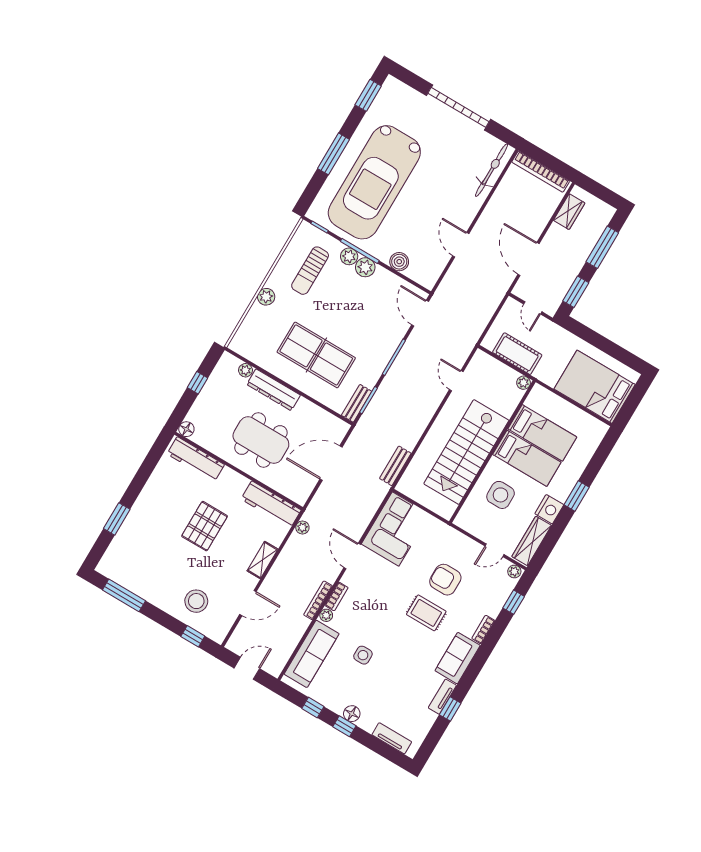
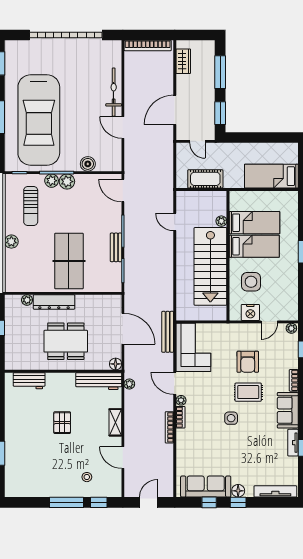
garage door: (459, 107) -> (66, 35), width x1.36
bicycle: (492, 170) -> (114, 92), moved
door: (529, 259) -> (175, 110), hinge flipped
table tennis table: (316, 355) -> (69, 261), turned 90
plant: (524, 383) -> (221, 221), moved
bed: (595, 387) -> (271, 176), width x0.67
bench: (357, 403) -> (116, 247), moved
floor lamp: (186, 429) -> (116, 364), moved
workbench: (196, 459) -> (29, 381), width x0.73
door: (331, 463) -> (123, 329), swing flipped
bench: (395, 466) -> (168, 332), moved, width x1.36
nightstand: (549, 509) -> (250, 312), moved, turned 90
pallet: (205, 526) -> (62, 423), width x0.67, depth x0.71
wardrobe: (532, 541) -> (291, 301), removed
armchair: (445, 580) -> (248, 362), turned -90
window: (124, 595) -> (67, 502), moved
stool: (196, 601) -> (87, 477), width x0.53, depth x0.53
door: (248, 603) -> (123, 457), swing flipped
plant: (326, 615) -> (181, 400), moved
sofa: (312, 654) -> (206, 487), moved, turned -90
side table: (363, 655) -> (231, 418), moved
tv unit: (392, 738) -> (275, 491), width x1.41

